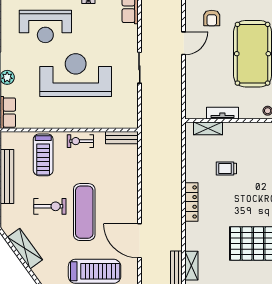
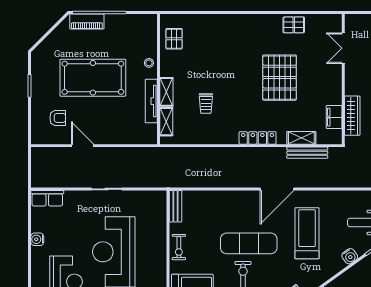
tv unit: (222, 113) -> (151, 101), width x1.41
shelving: (238, 128) -> (166, 92), added
locker: (191, 202) -> (258, 138), moved

